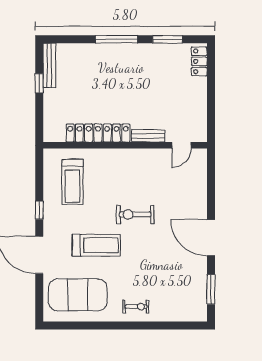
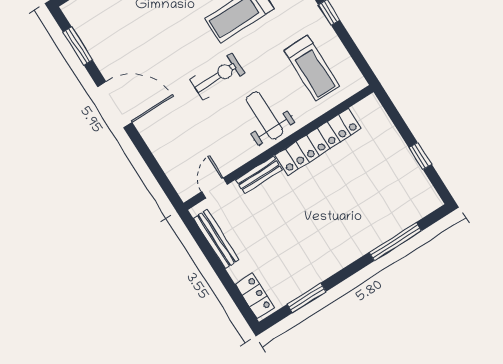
window: (116, 39) -> (395, 242), moved
bench: (49, 66) -> (216, 239), moved
weight bench: (121, 171) -> (265, 115), added
treadmill: (72, 182) -> (312, 68), turned 180

